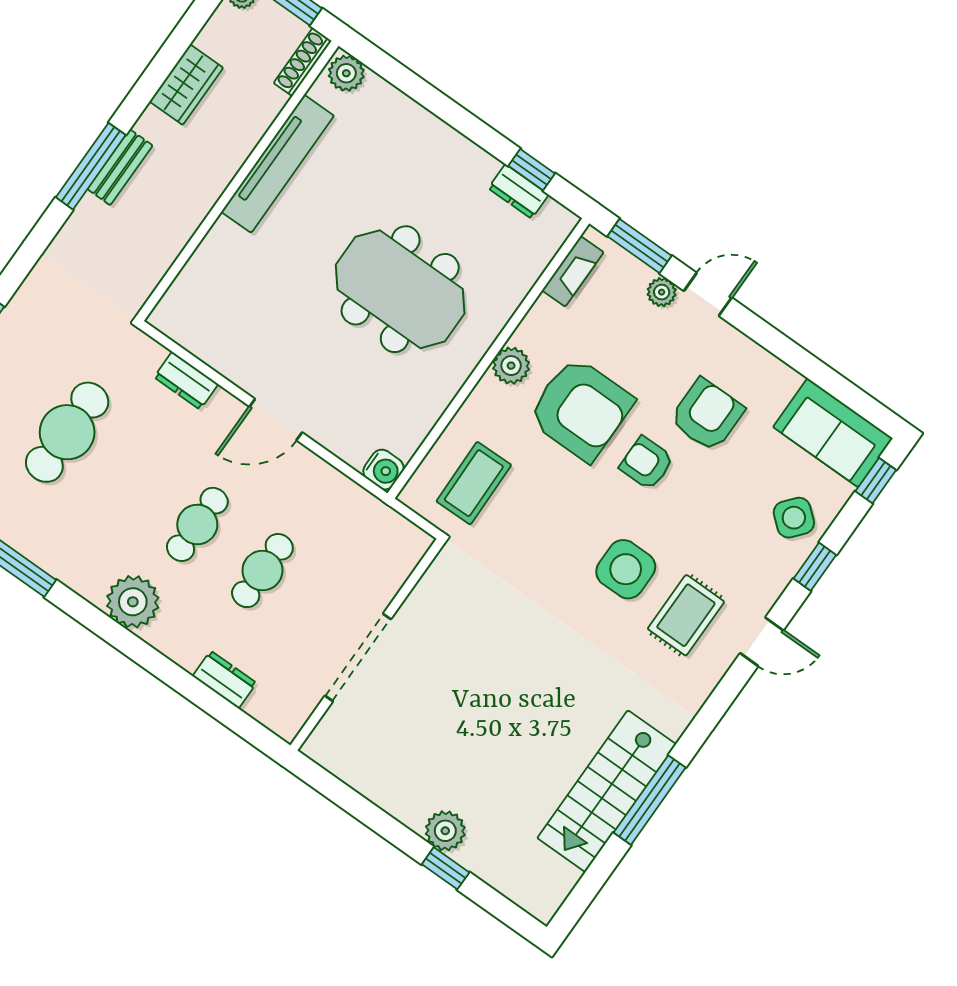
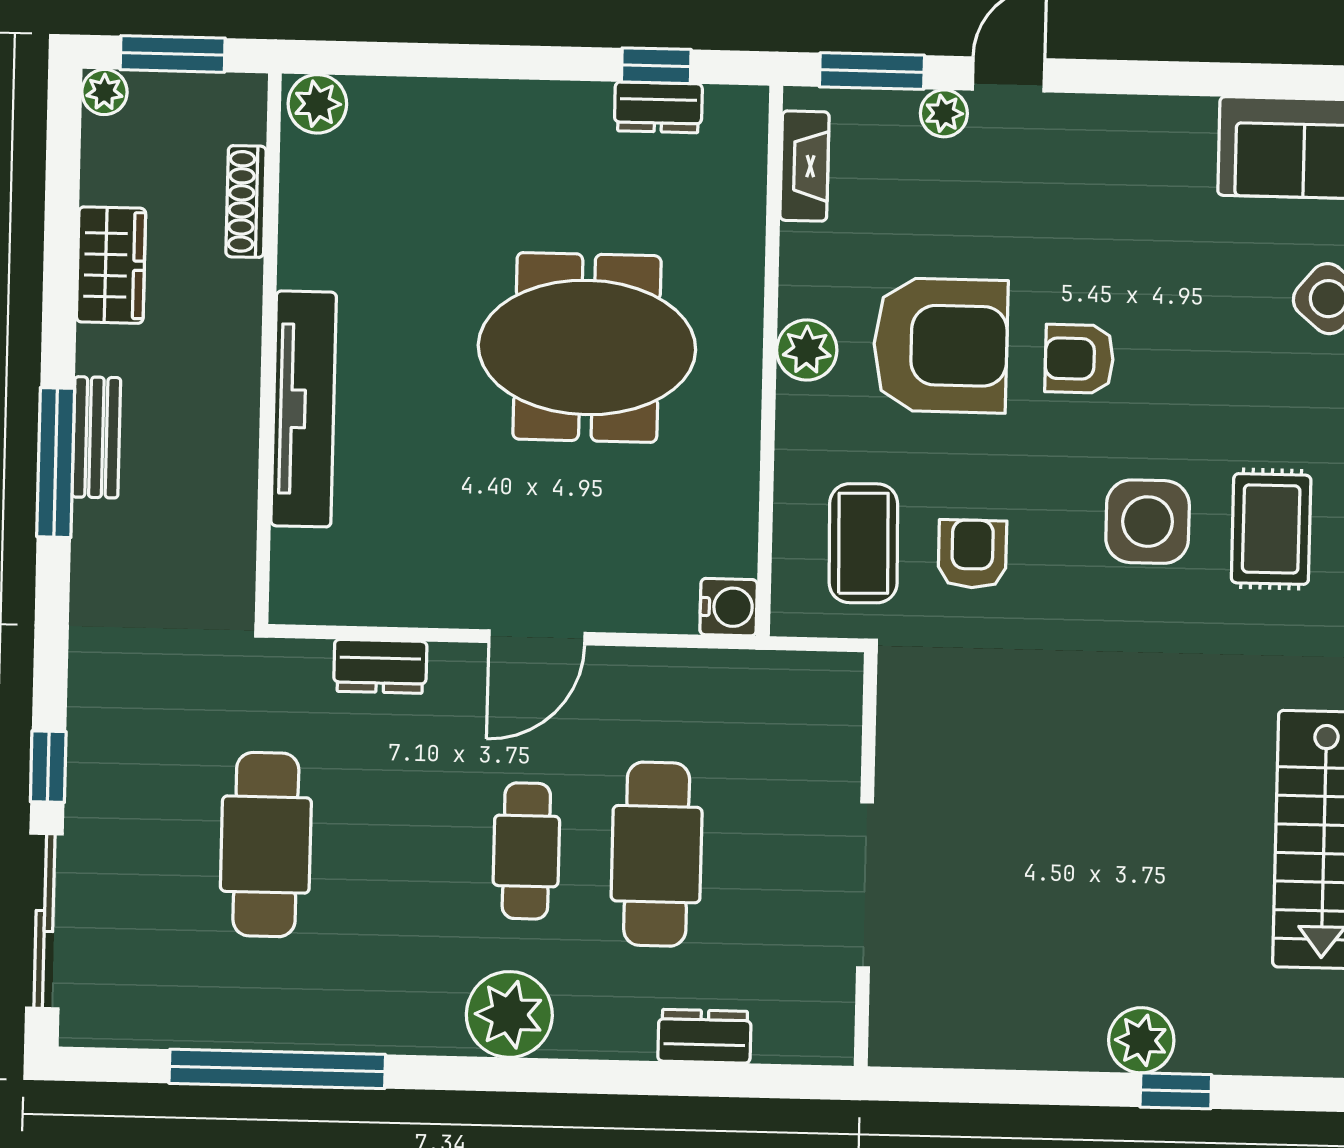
shoe rack: (303, 62) -> (246, 201), moved
tv unit: (278, 164) -> (304, 409), moved
armchair: (707, 415) -> (972, 554), moved, width x0.72, depth x0.72
cafe table: (262, 571) -> (657, 854), width x1.37, depth x1.35

